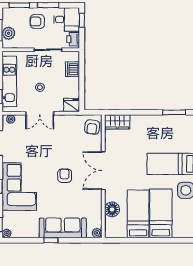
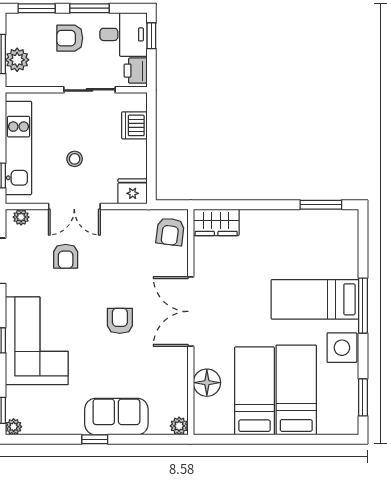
armchair: (35, 140) -> (66, 256), added
sofa: (63, 228) -> (116, 417), width x0.73

